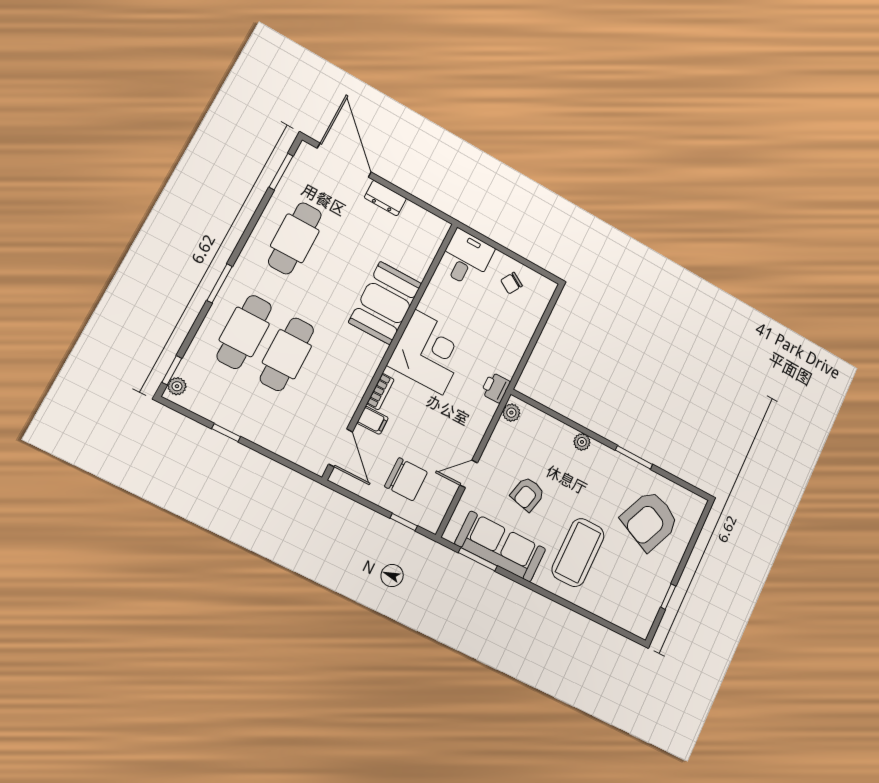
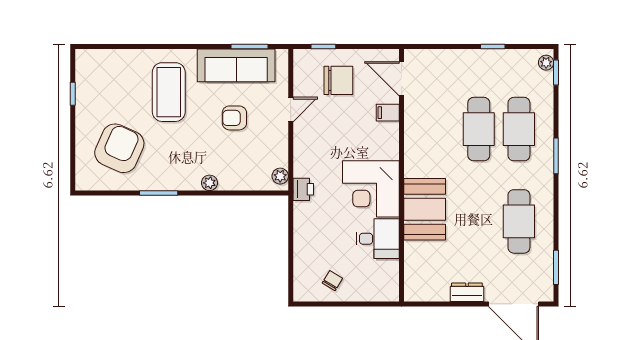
desk: (466, 258) -> (378, 239), moved, turned -90
bookcase: (380, 392) -> (393, 138), removed
chair: (406, 479) -> (338, 80), turned 180
armchair: (528, 494) -> (234, 118), turned -104

